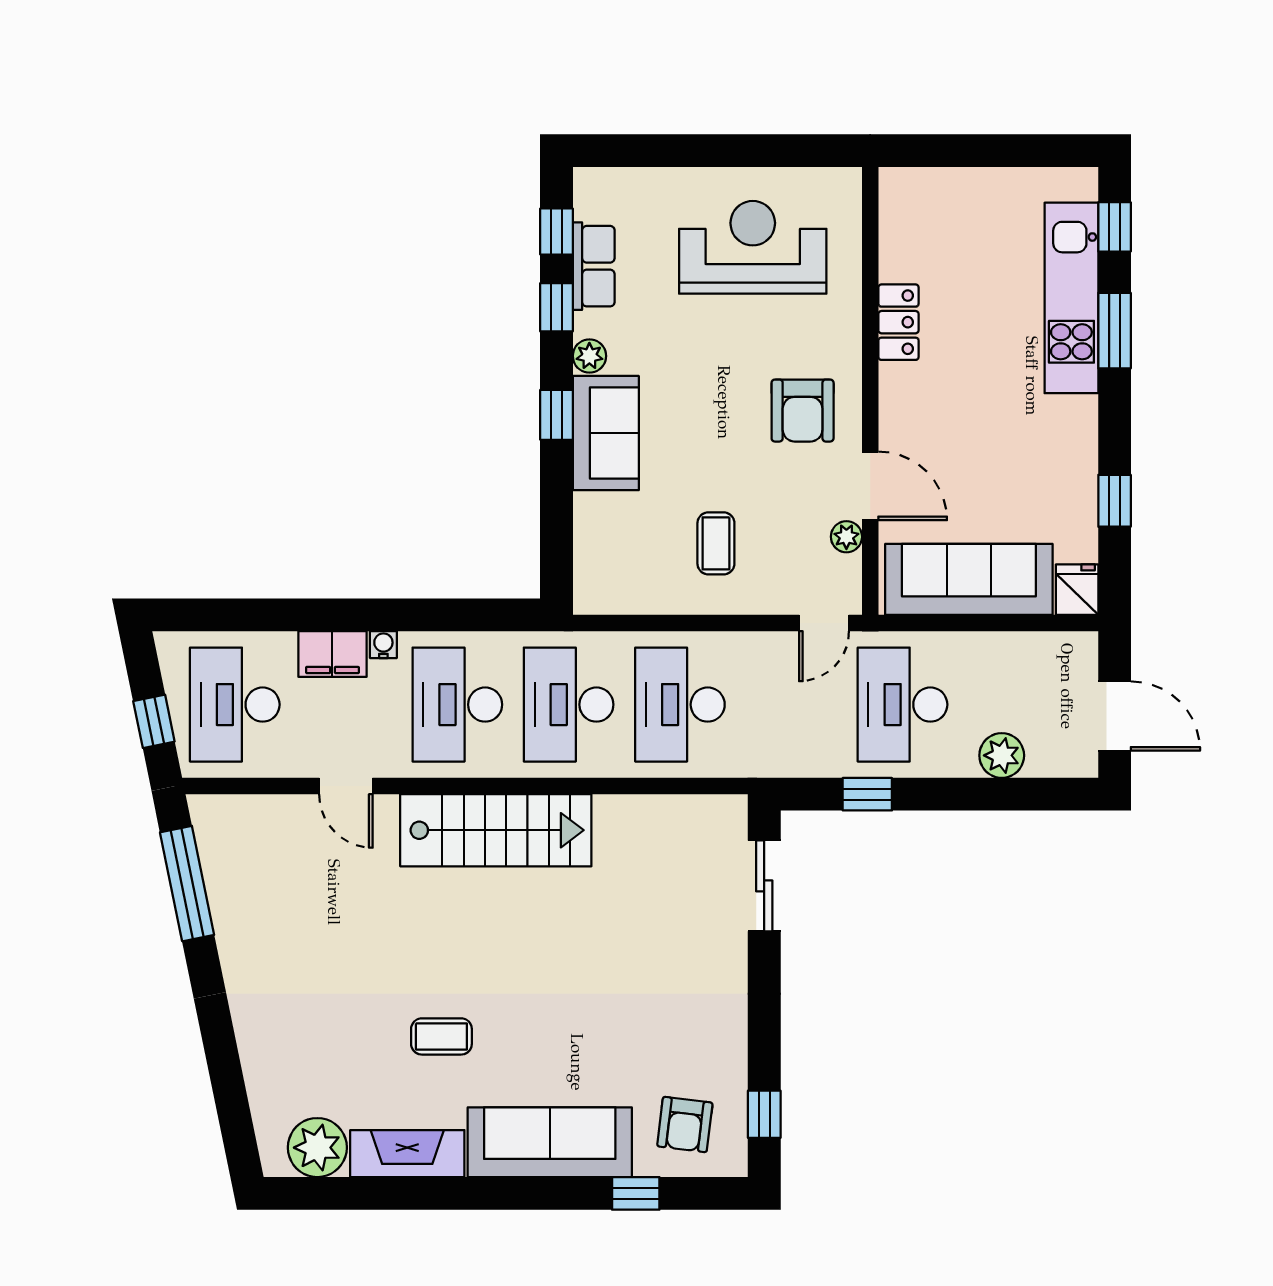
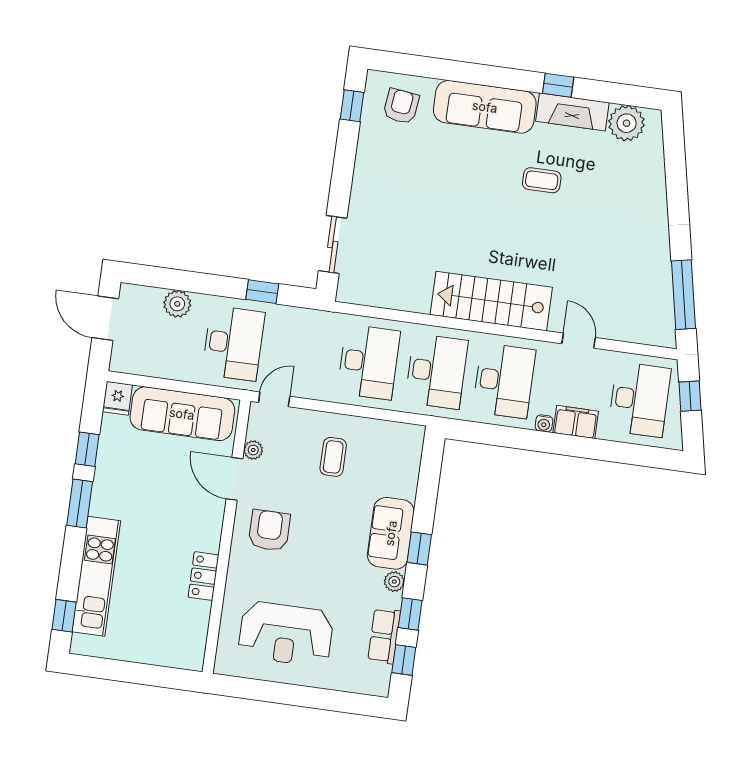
window: (1115, 331) -> (80, 503), moved
window: (636, 1193) -> (558, 85), moved

